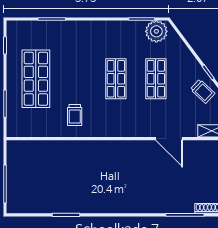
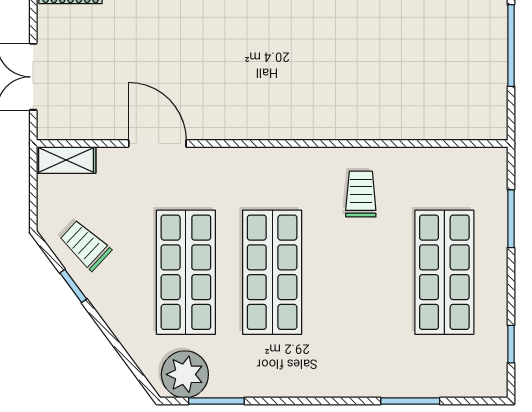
shop shelf: (116, 79) -> (272, 272), width x1.43, depth x1.36
shop shelf: (156, 79) -> (186, 272), width x1.43, depth x1.36

